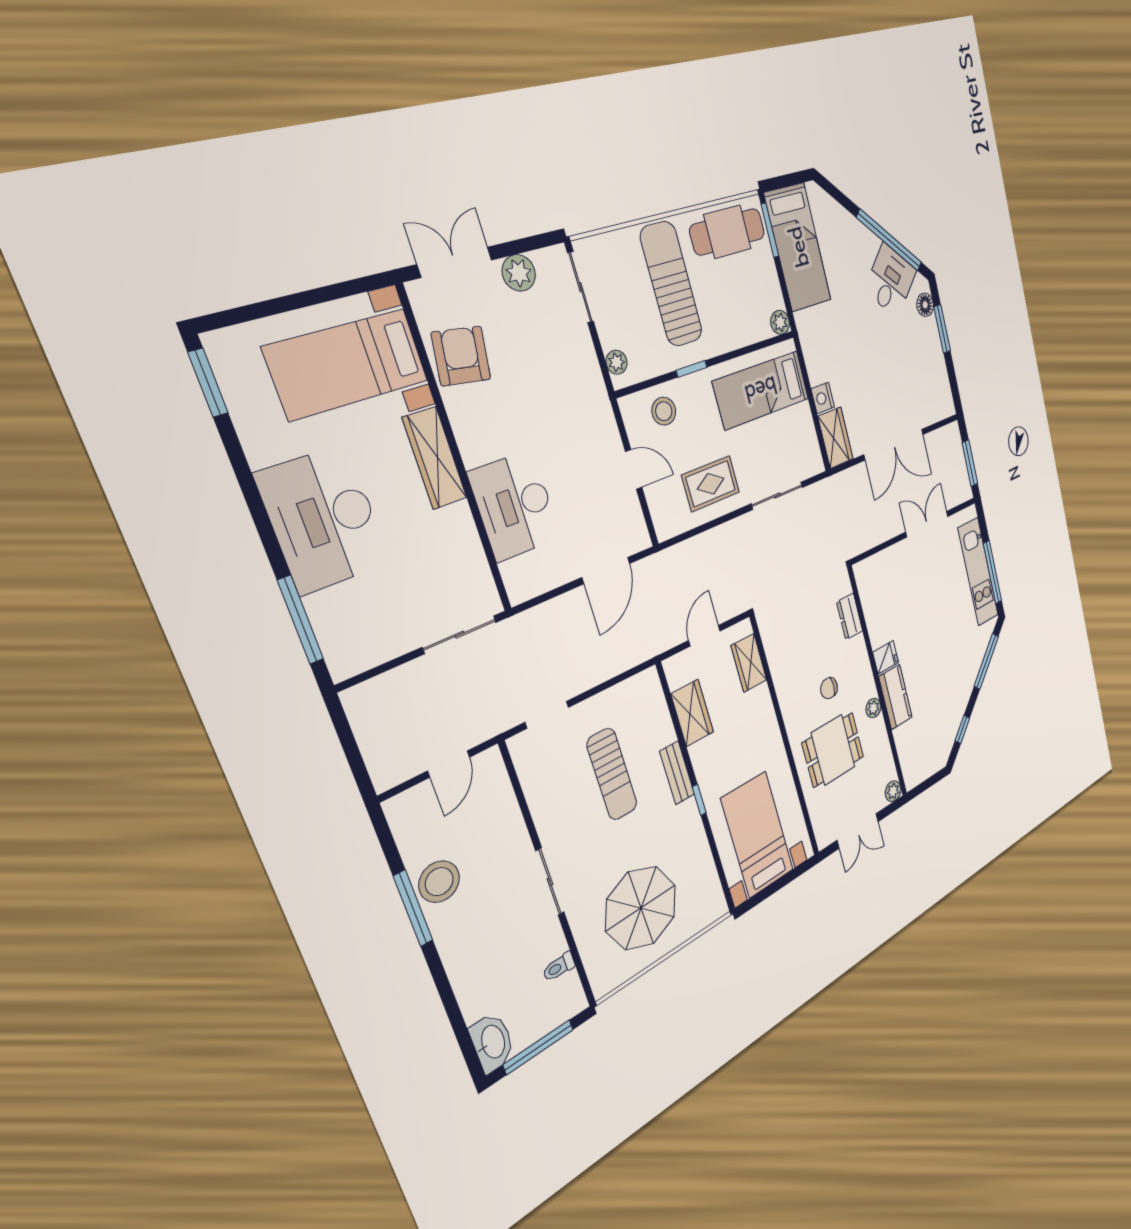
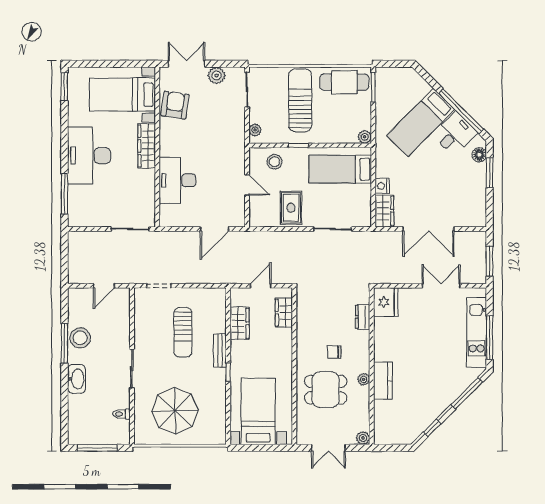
bed: (798, 247) -> (421, 122), moved, turned 45
rug: (711, 484) -> (291, 208), turned 90
fridge: (886, 657) -> (386, 302), moved, width x1.88, depth x1.34
washbasin: (492, 1042) -> (77, 379), moved

